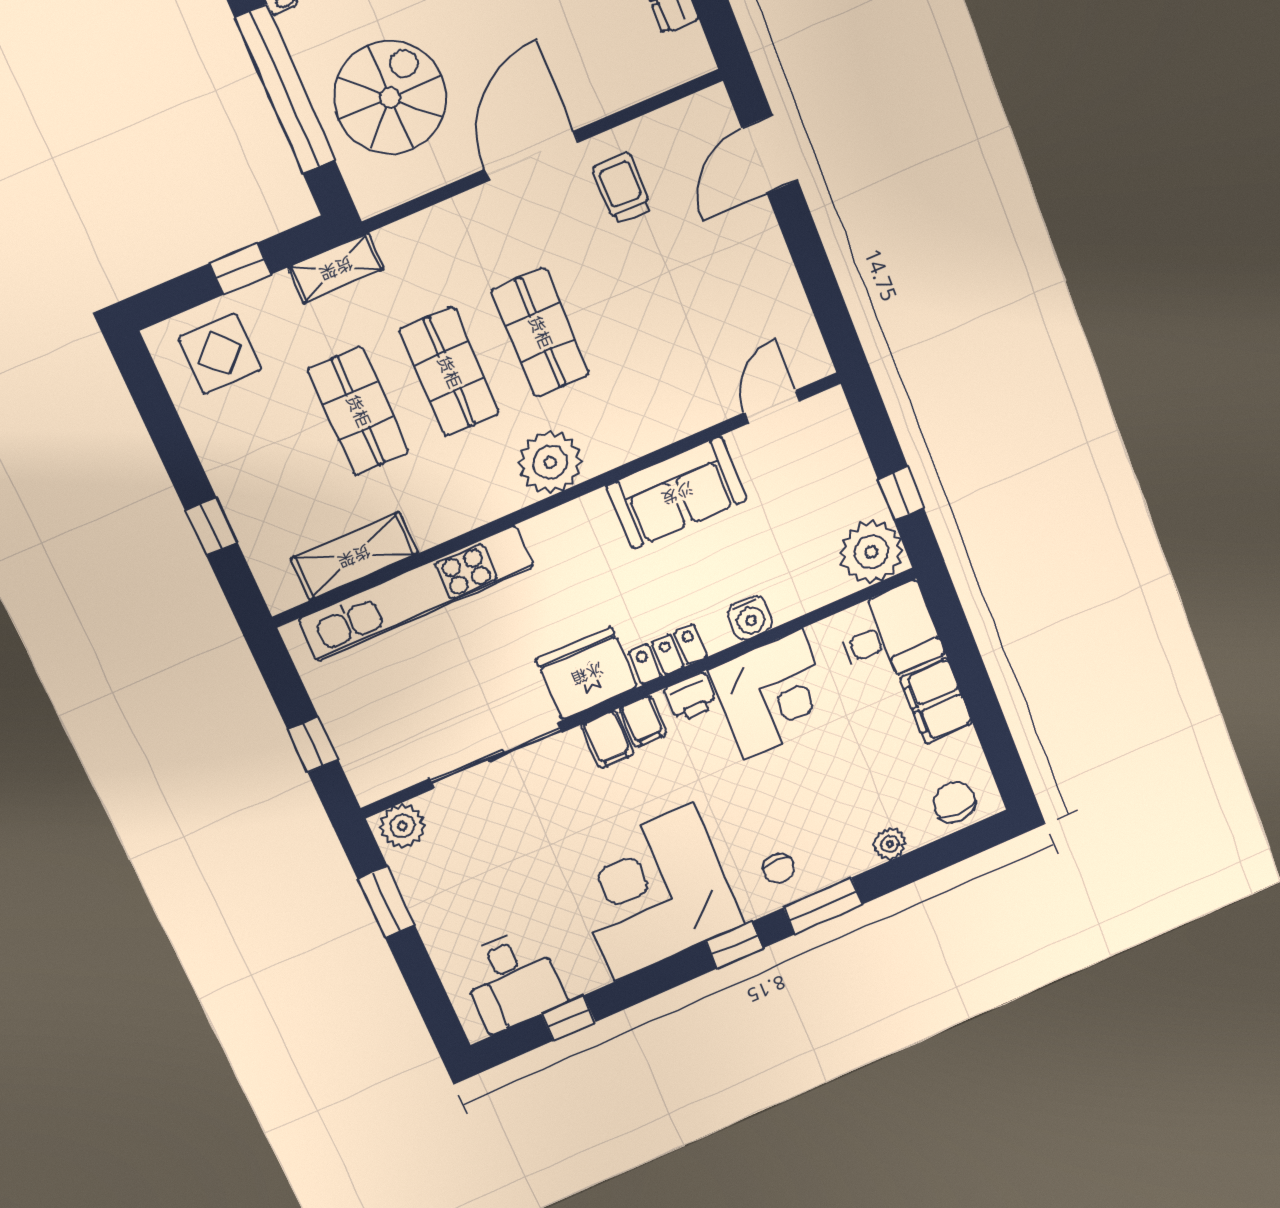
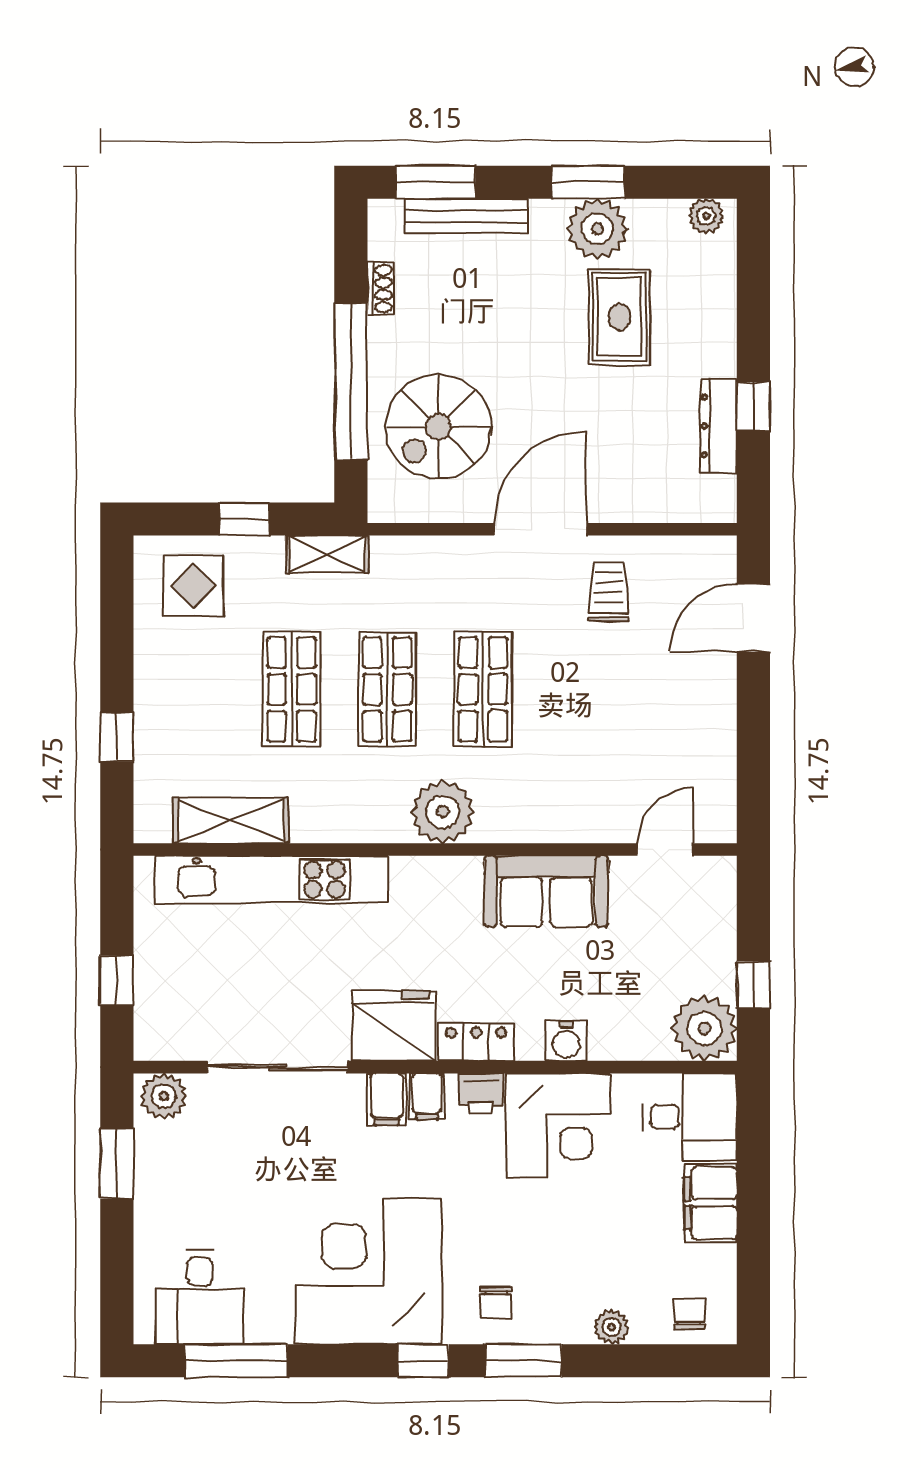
spiral stairs: (390, 98) -> (438, 427), turned 180
chair: (954, 802) -> (689, 1314), width x0.73, depth x0.73
window: (568, 1018) -> (236, 1361), width x2.17

